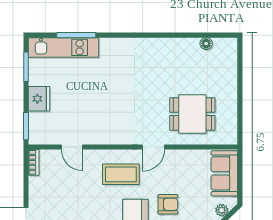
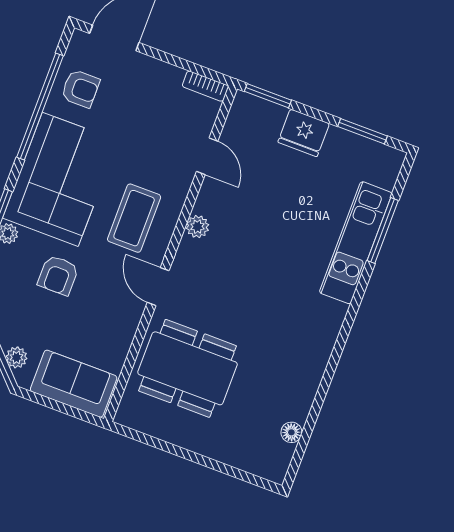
kitchen unit: (63, 47) -> (356, 243), moved
dining table: (192, 114) -> (188, 368), width x1.38
plant: (112, 138) -> (197, 227), added
door: (72, 147) -> (207, 156), swing flipped

